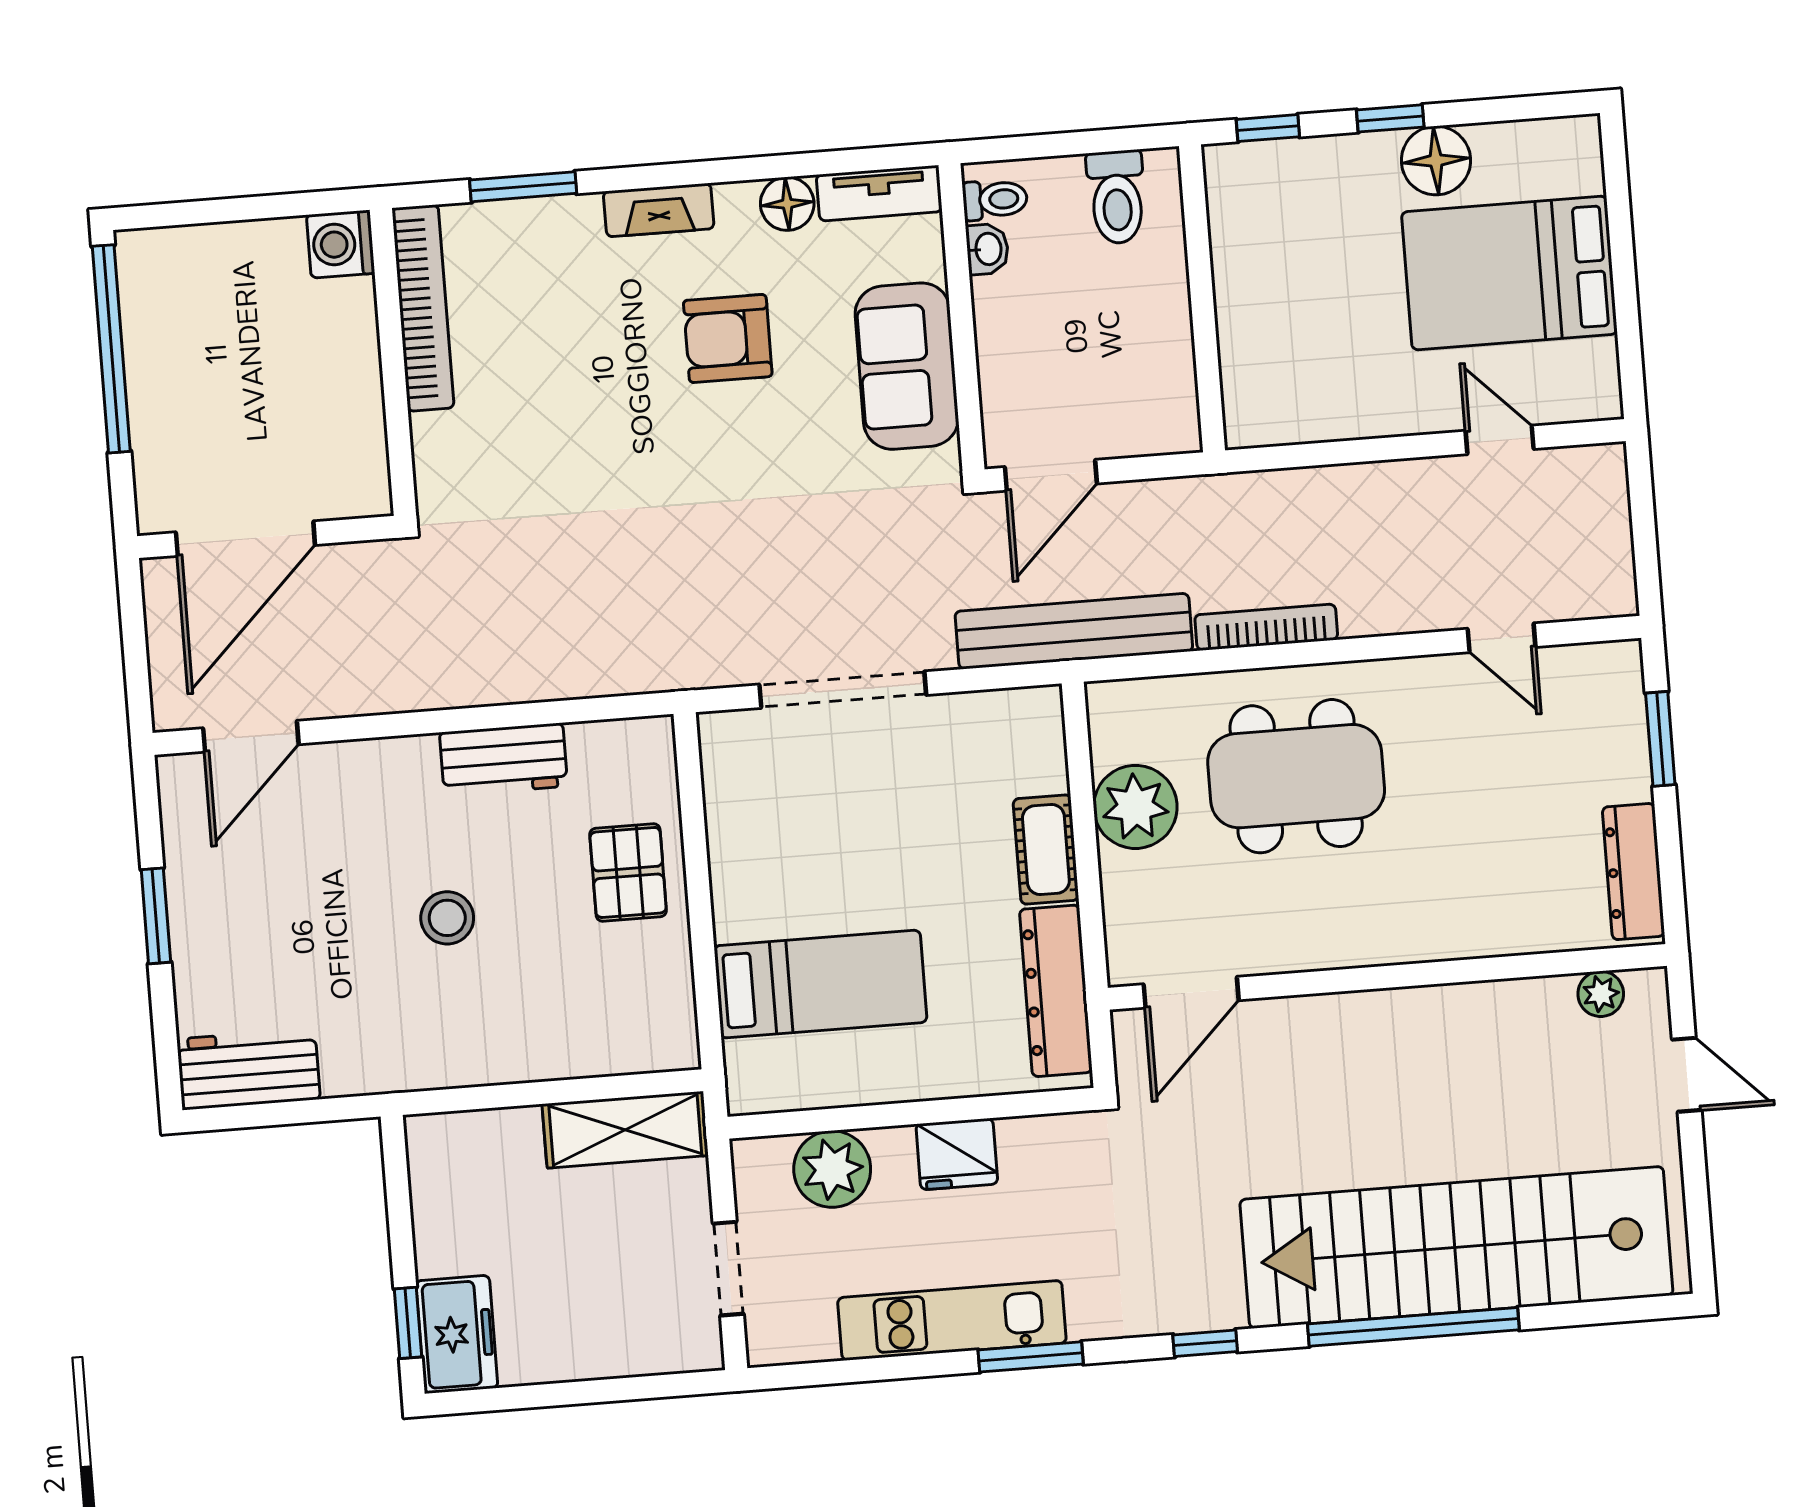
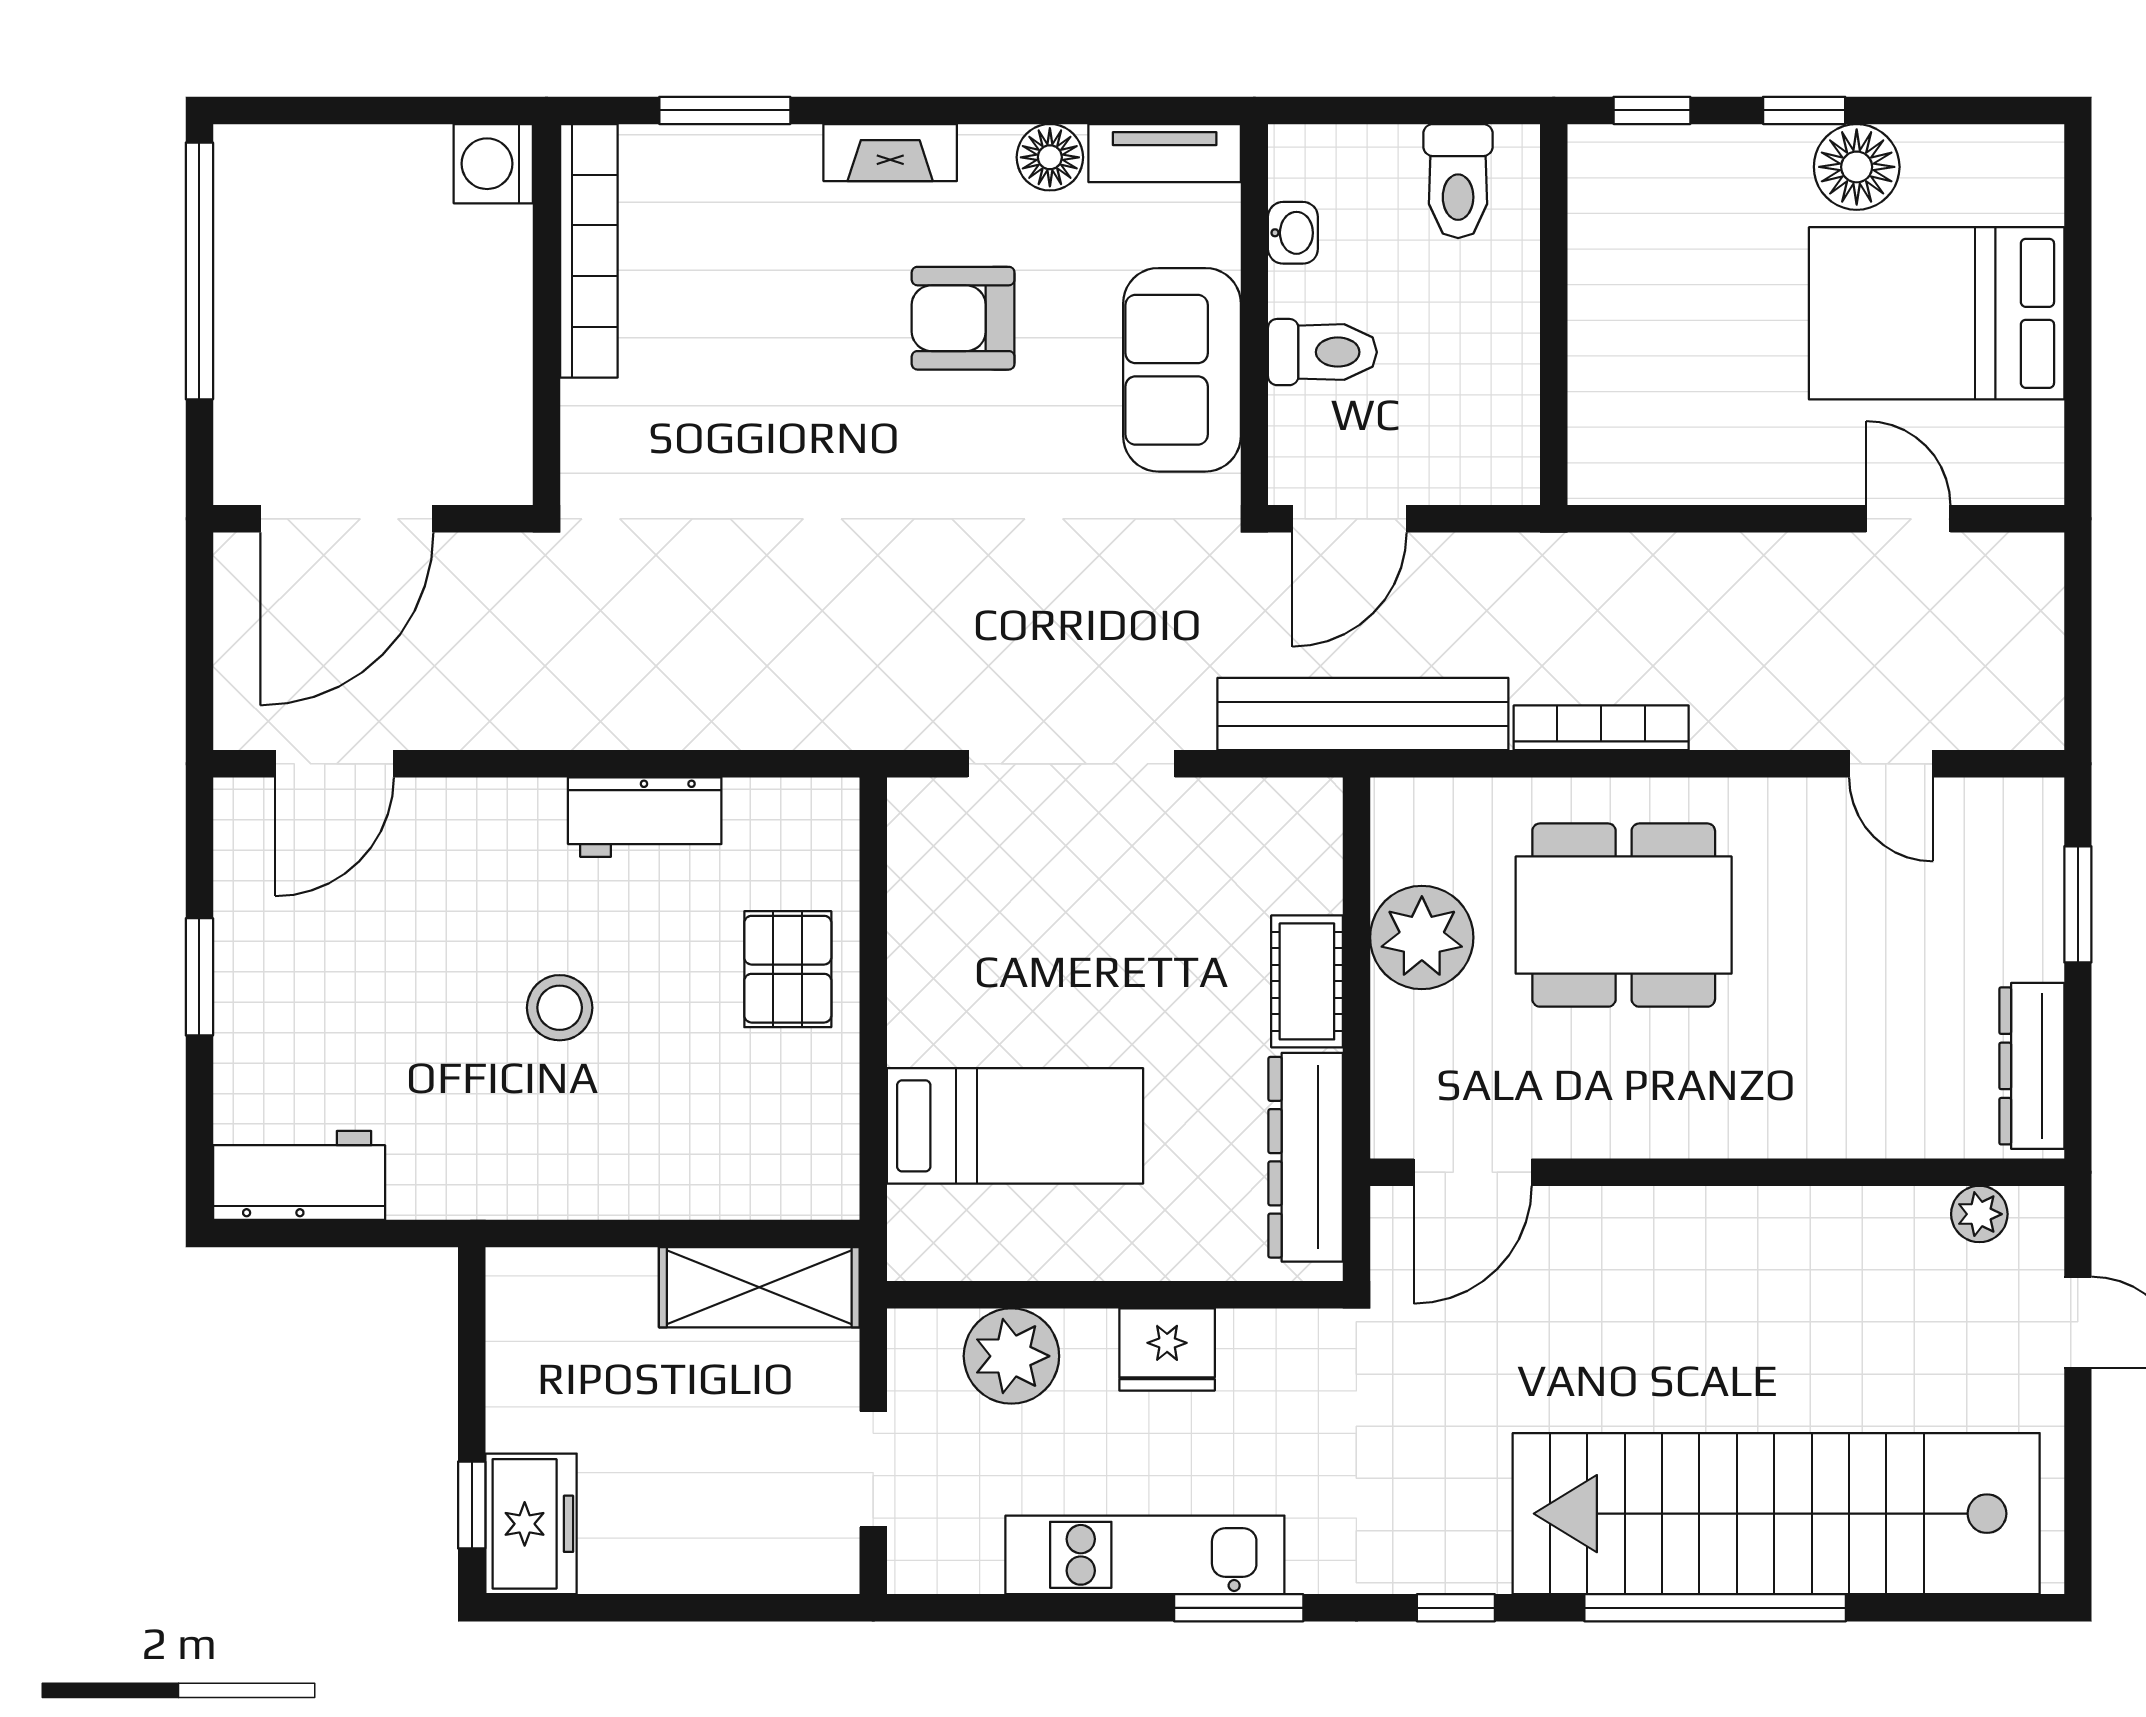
toilet: (995, 200) -> (1322, 352), moved, width x1.37, depth x1.39

